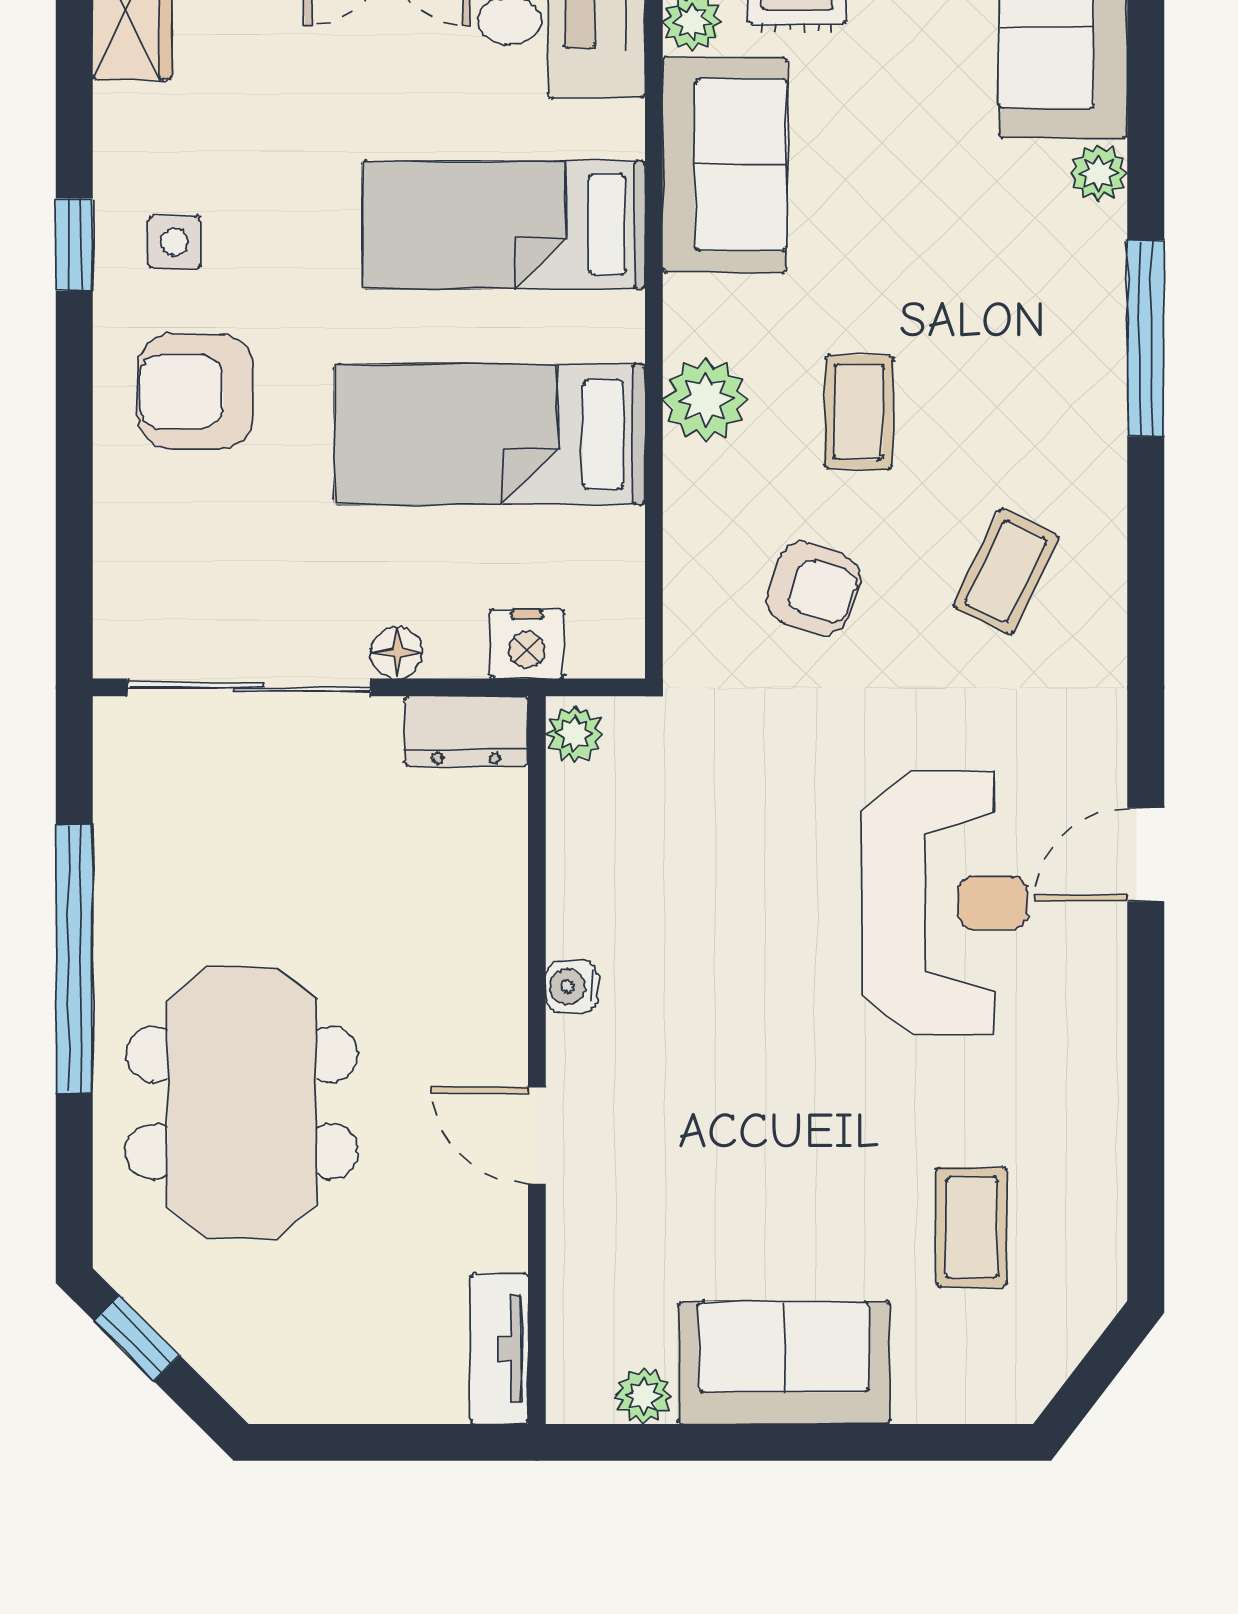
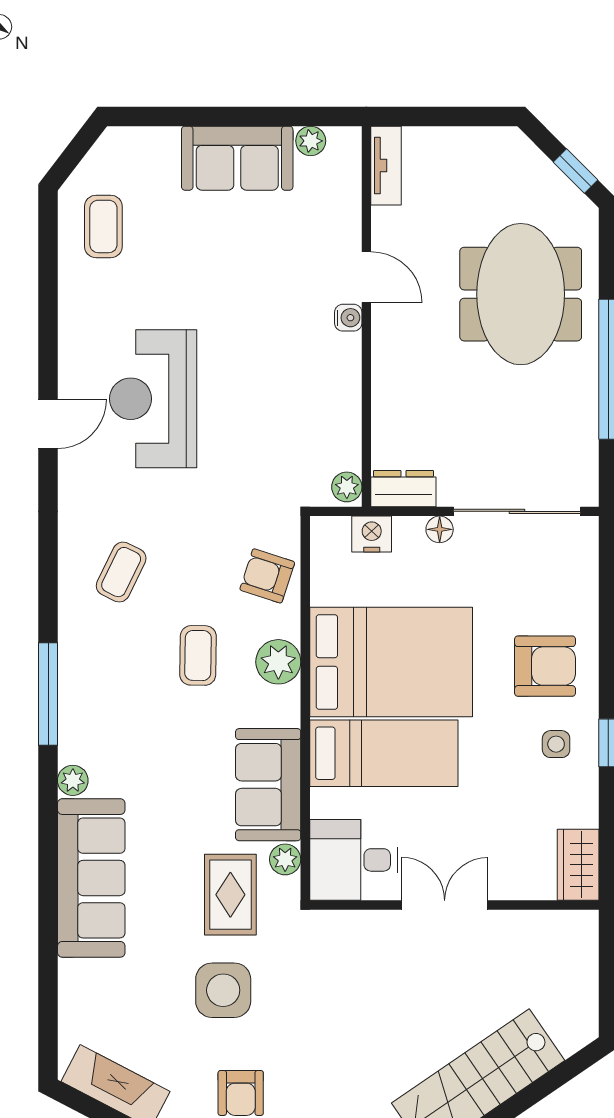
bed: (490, 434) -> (391, 662), width x1.50
armchair: (813, 588) -> (267, 576), moved
water cooler: (572, 987) -> (348, 318), moved
coffee table: (972, 1227) -> (103, 226), moved

